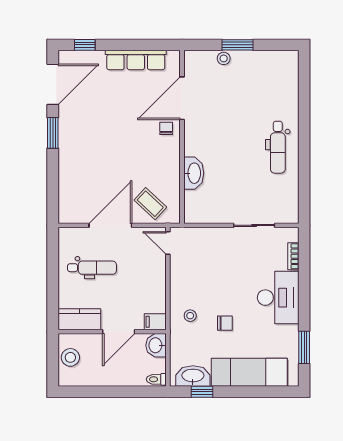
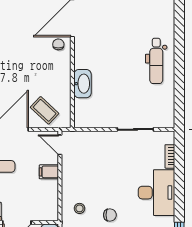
filing cabinet: (155, 322) -> (49, 172), moved

